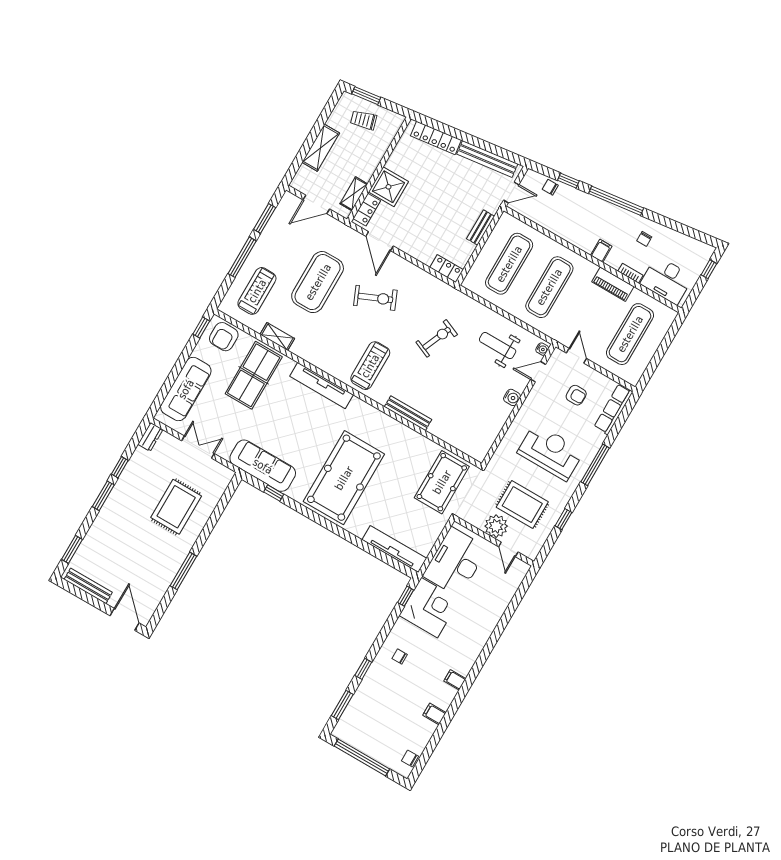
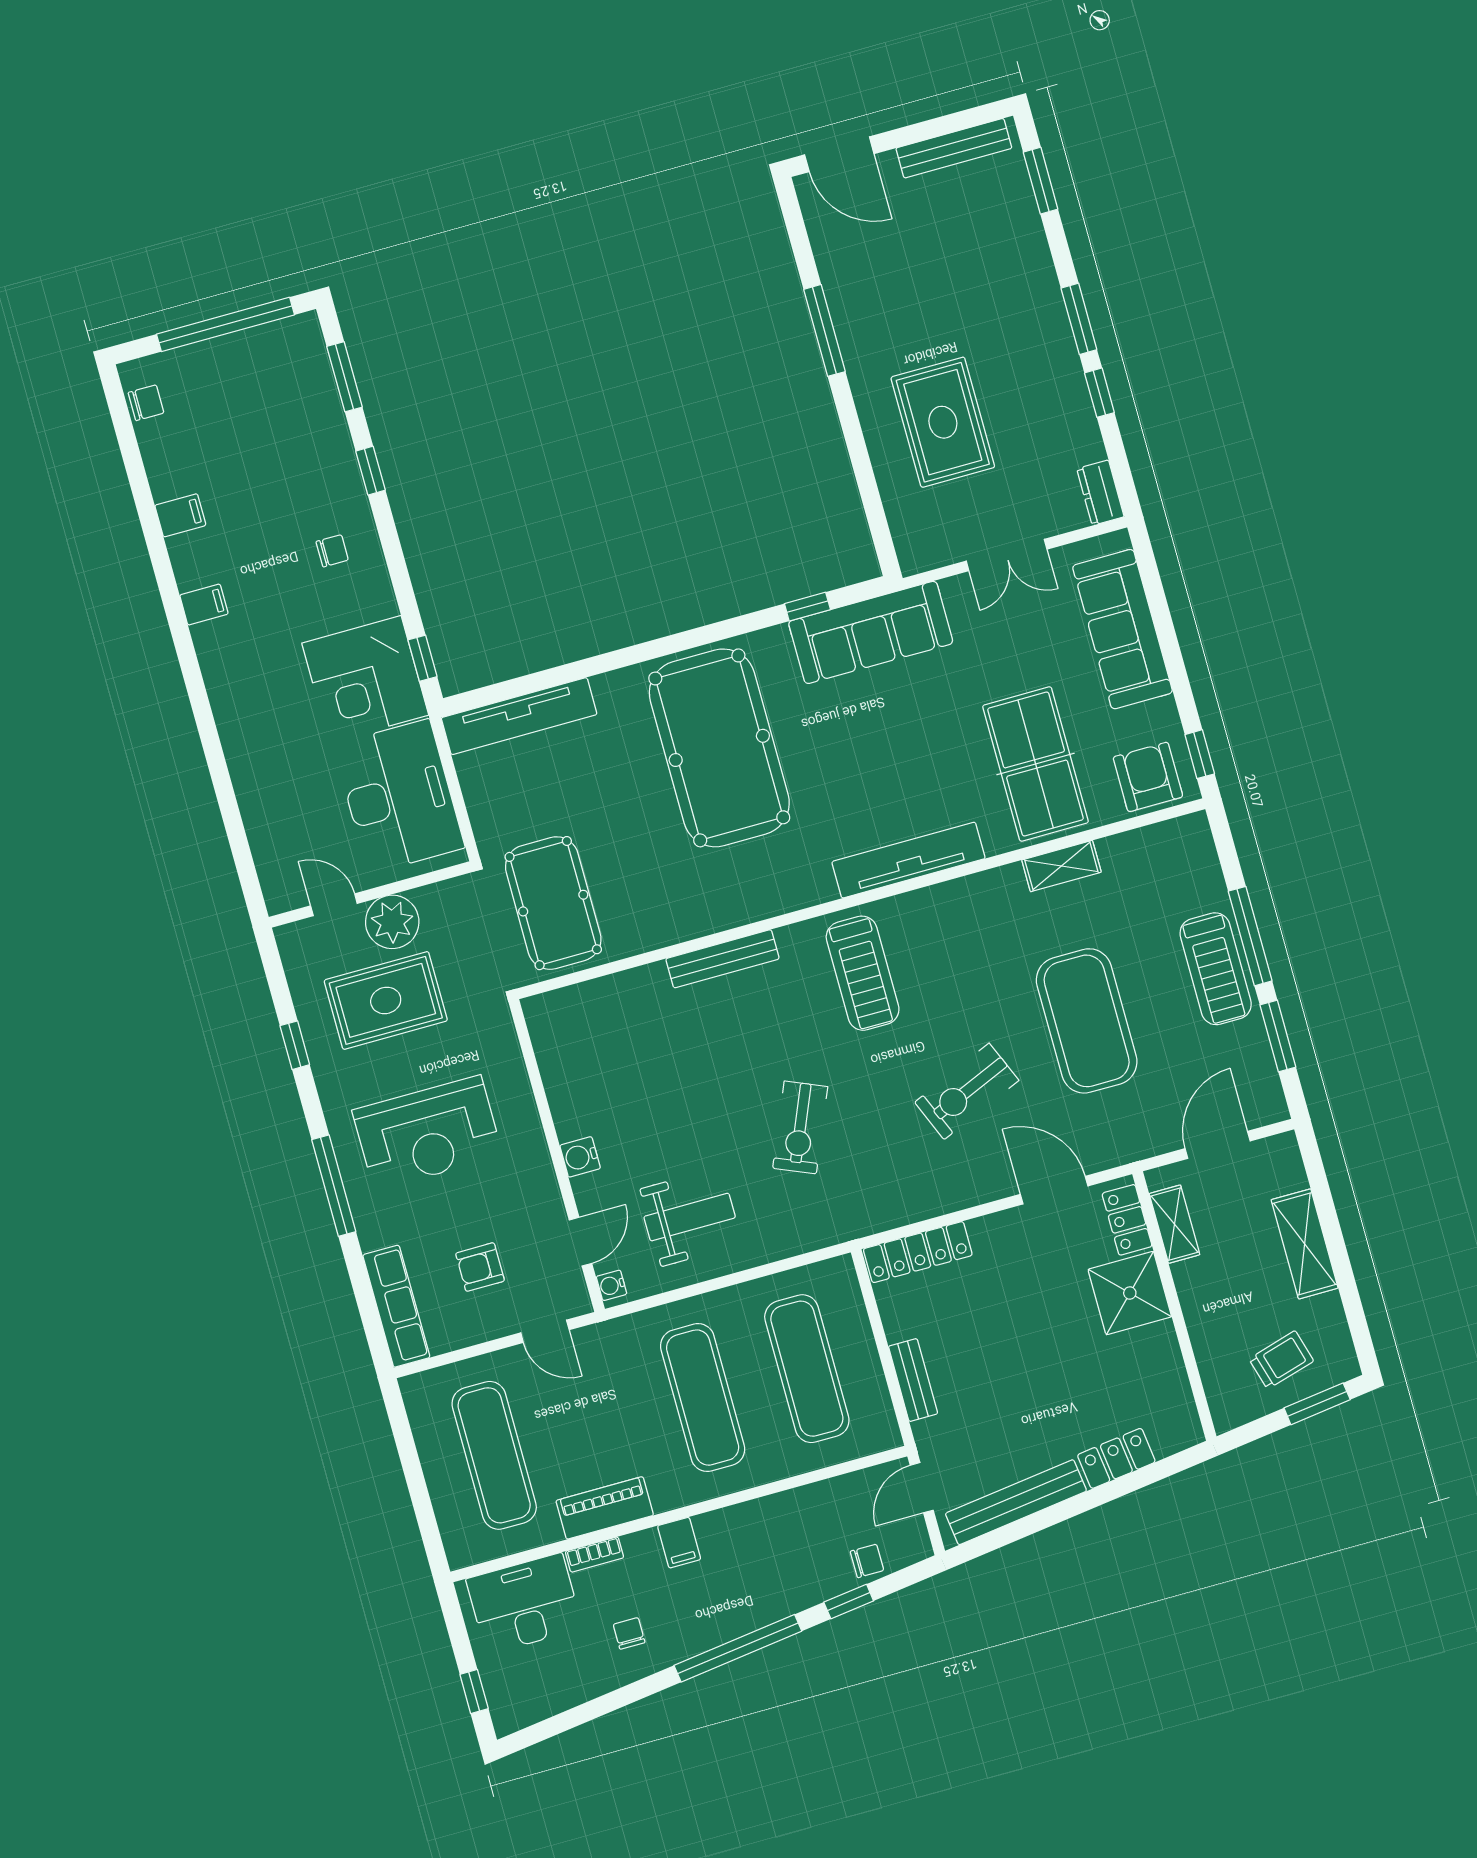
locker: (436, 138) -> (1116, 1458), width x0.66
locker: (447, 269) -> (918, 1252), width x1.53
treadmill: (257, 291) -> (1216, 969), moved

